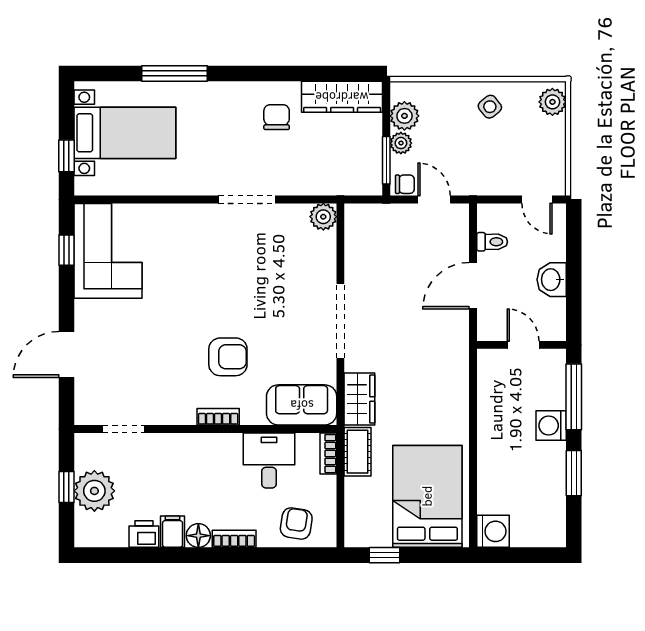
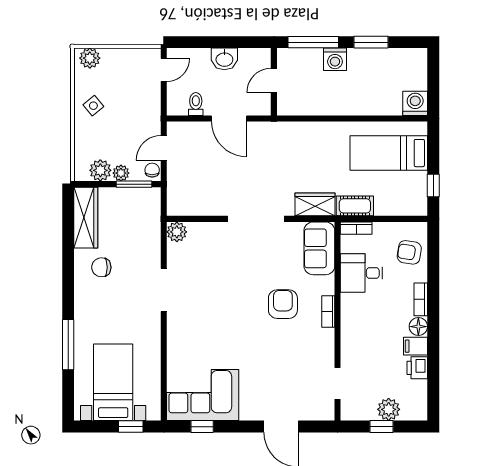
plant: (94, 491) -> (389, 409), width x0.73, depth x0.73
bed: (427, 496) -> (389, 153), width x0.67

